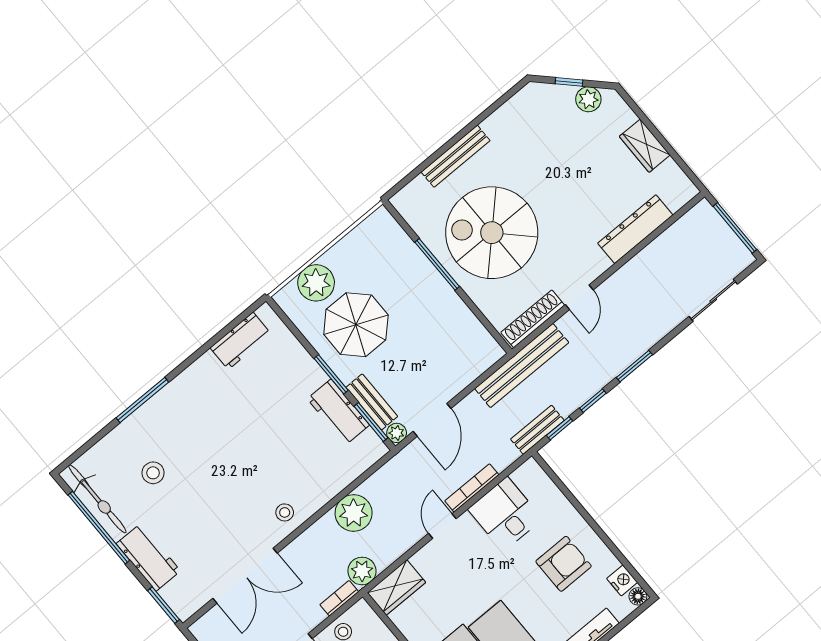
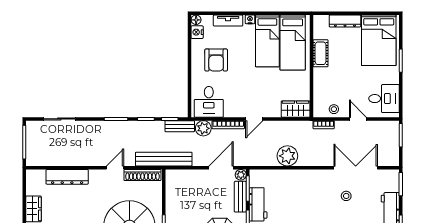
stool: (285, 512) -> (346, 196), moved
desk: (505, 514) -> (209, 102), moved
armchair: (564, 564) -> (216, 60), turned -90
plant: (362, 571) -> (203, 128), moved

